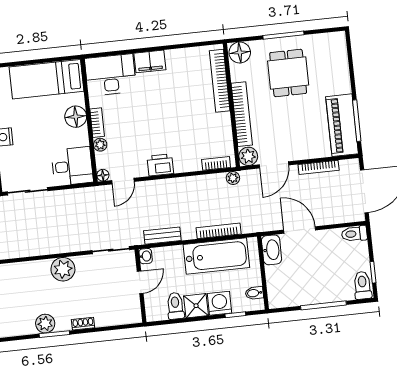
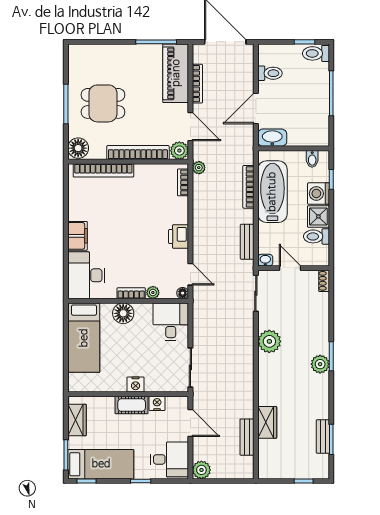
piano: (342, 125) -> (176, 73), moved, turned 90
toilet: (354, 234) -> (270, 73), moved, turned -90
shoe rack: (83, 324) -> (324, 281), moved

